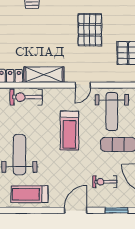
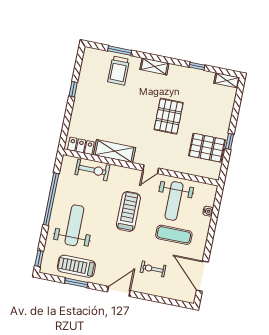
exercise bike: (26, 97) -> (92, 170), turned 180
treadmill: (69, 131) -> (128, 211), turned 180
window: (117, 210) -> (76, 283), moved

